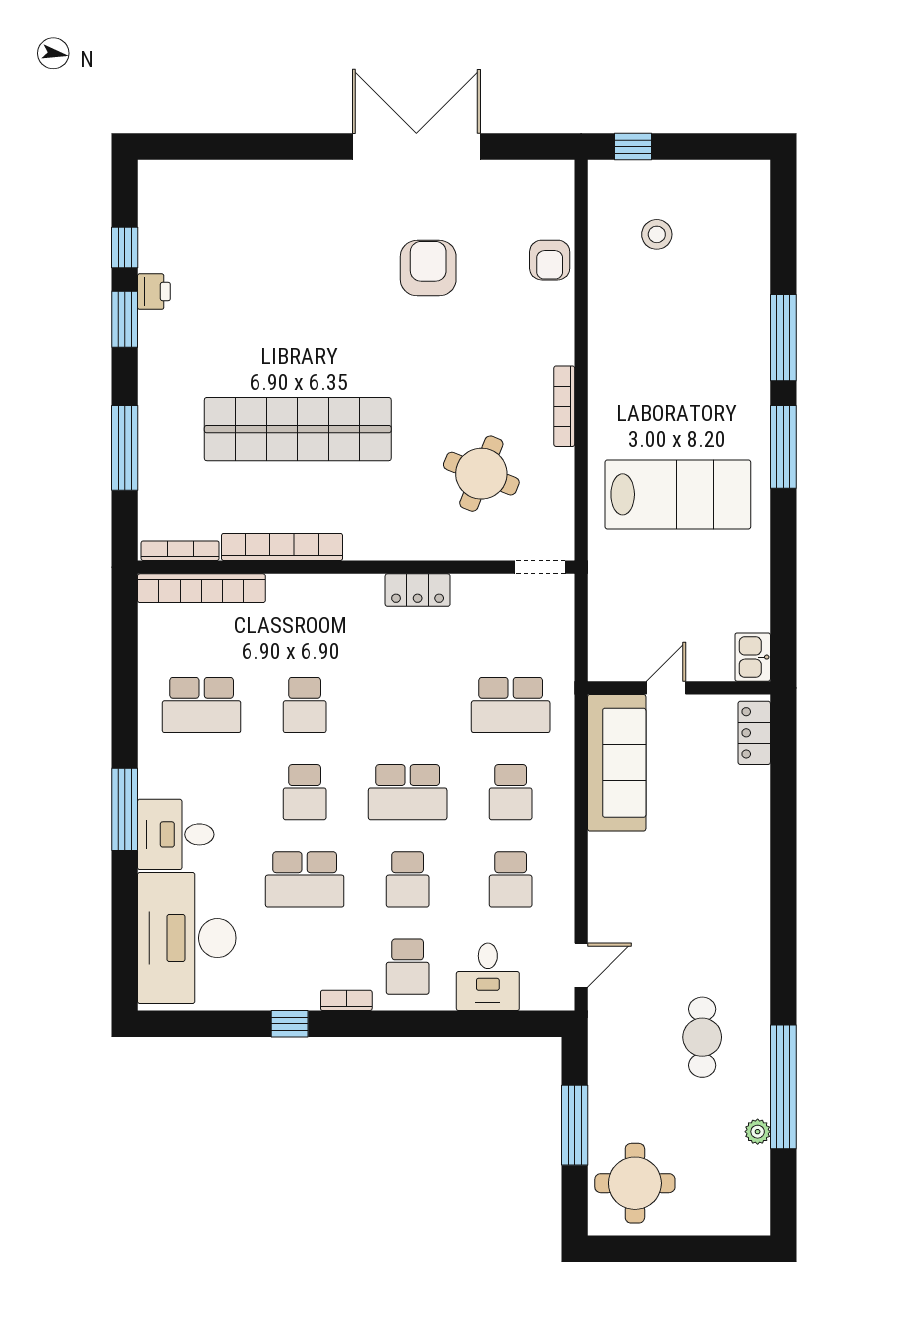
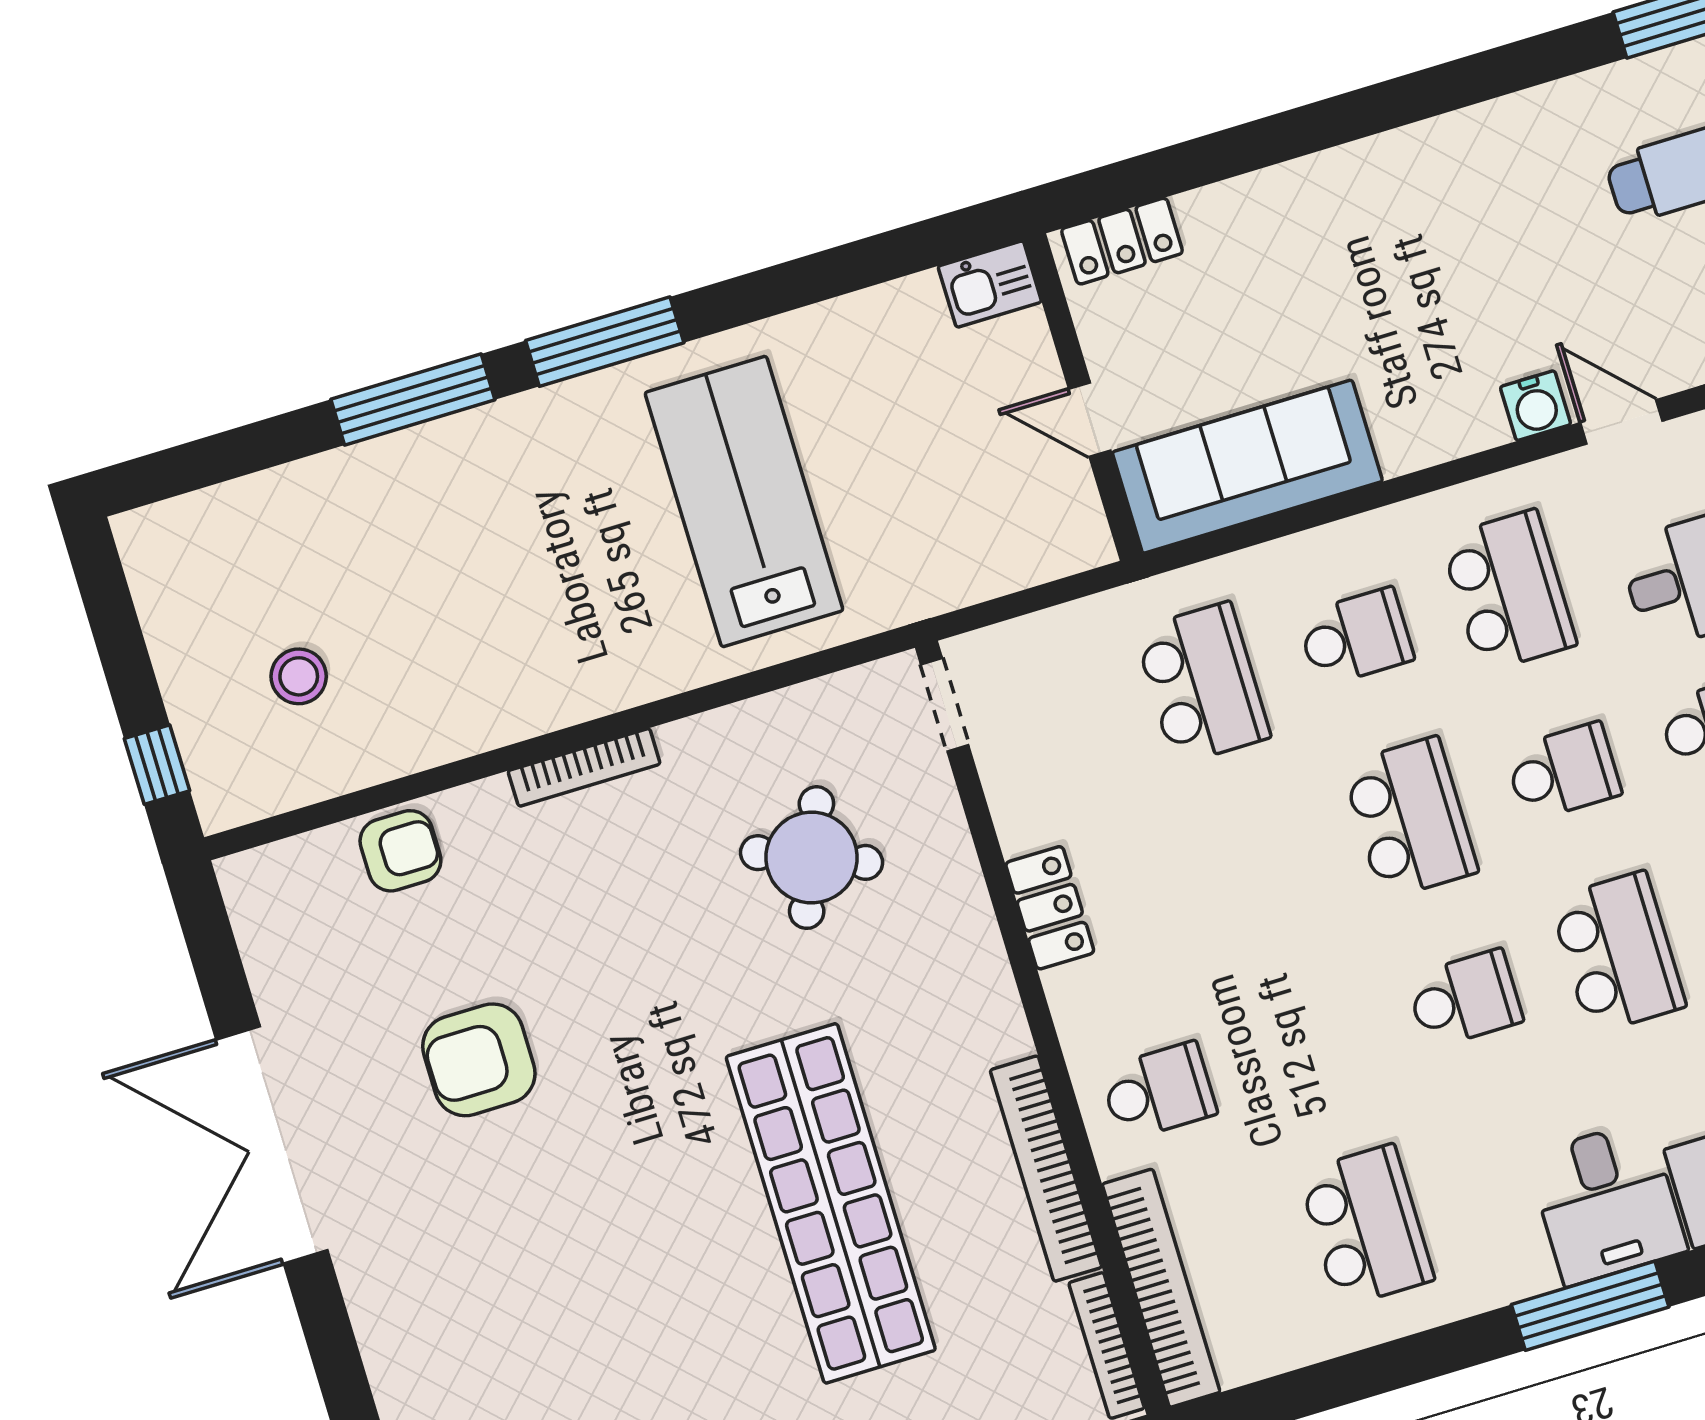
bookcase: (564, 406) -> (584, 767), moved
school desk: (305, 705) -> (1158, 1091), moved
school desk: (511, 879) -> (1508, 591), width x1.85
water cooler: (603, 923) -> (1535, 406), added

